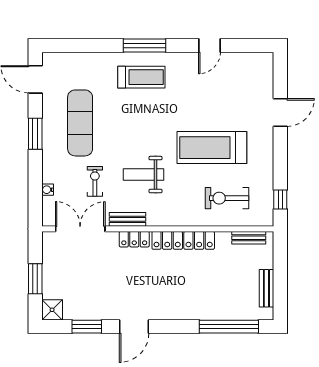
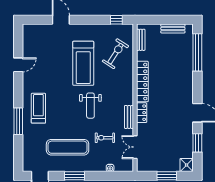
window: (145, 45) -> (18, 121), moved
door: (209, 45) -> (18, 65), hinge flipped
weight bench: (143, 175) -> (90, 106), moved
exercise bike: (227, 198) -> (115, 54), turned -147
double door: (80, 229) -> (135, 147), width x0.73

